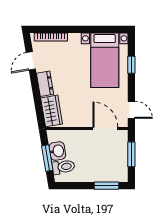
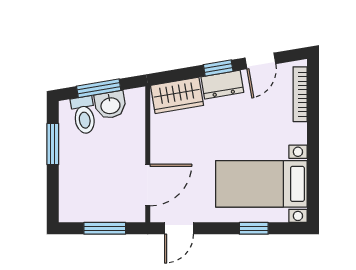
door: (31, 61) -> (260, 61), swing flipped
window: (35, 86) -> (218, 68), added
window: (107, 186) -> (53, 144), moved

